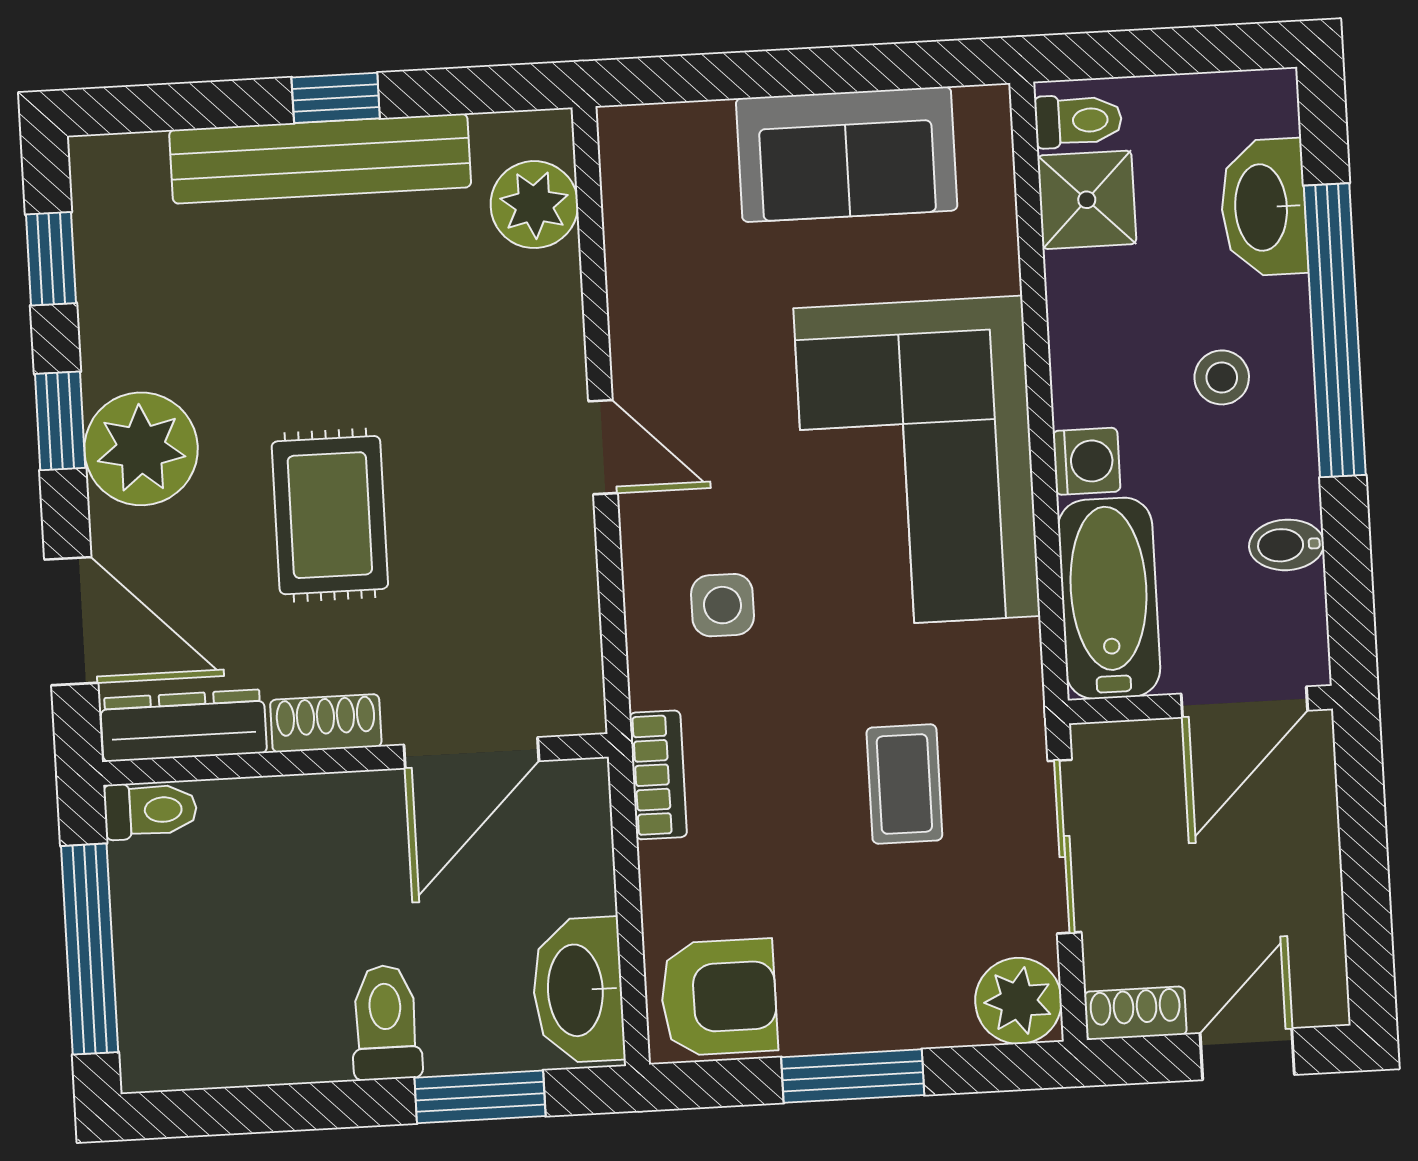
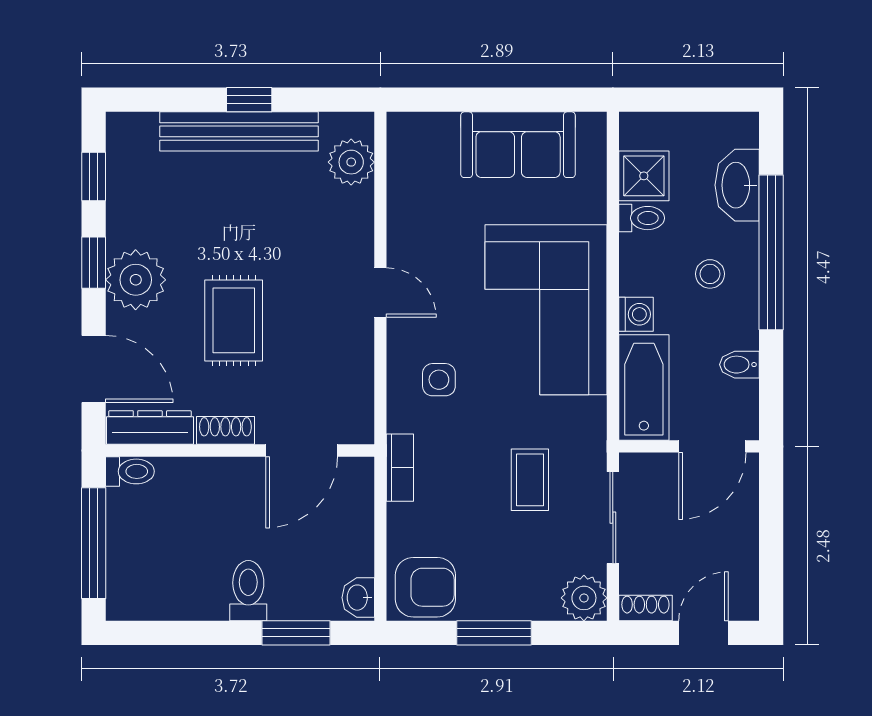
toilet: (1078, 121) -> (642, 218), moved
washbasin: (578, 990) -> (358, 598), width x0.52, depth x0.69

